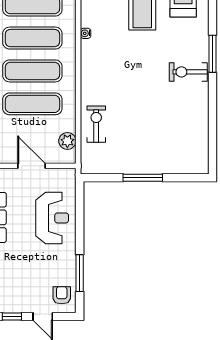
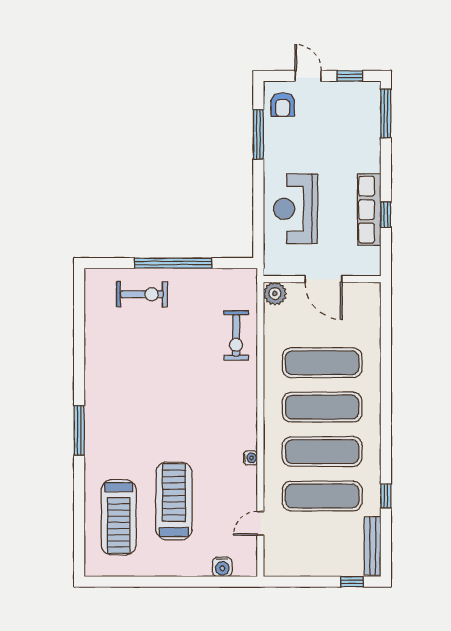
exercise bike: (188, 72) -> (142, 294), moved
plant: (67, 141) -> (275, 294), moved
window: (143, 178) -> (173, 263), width x1.46

